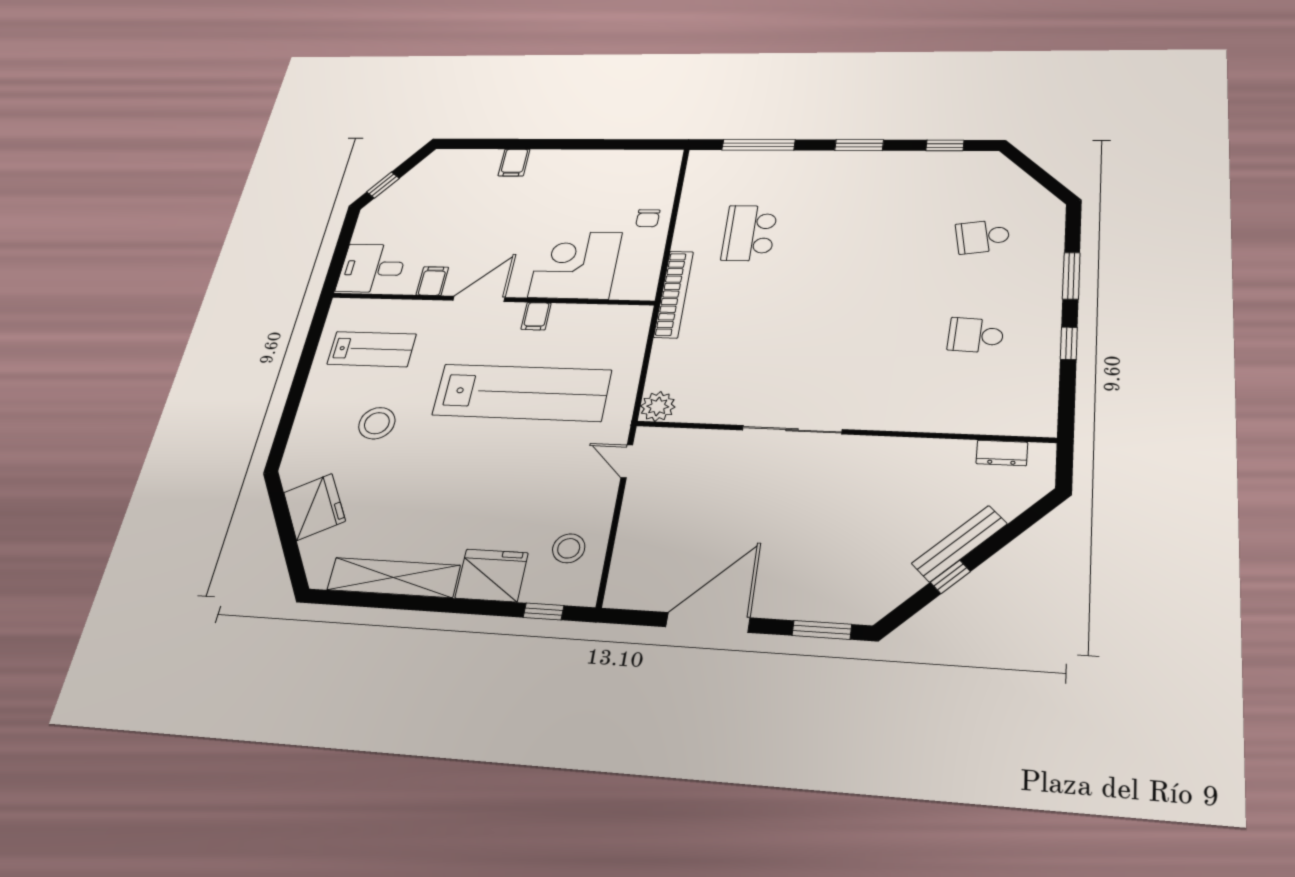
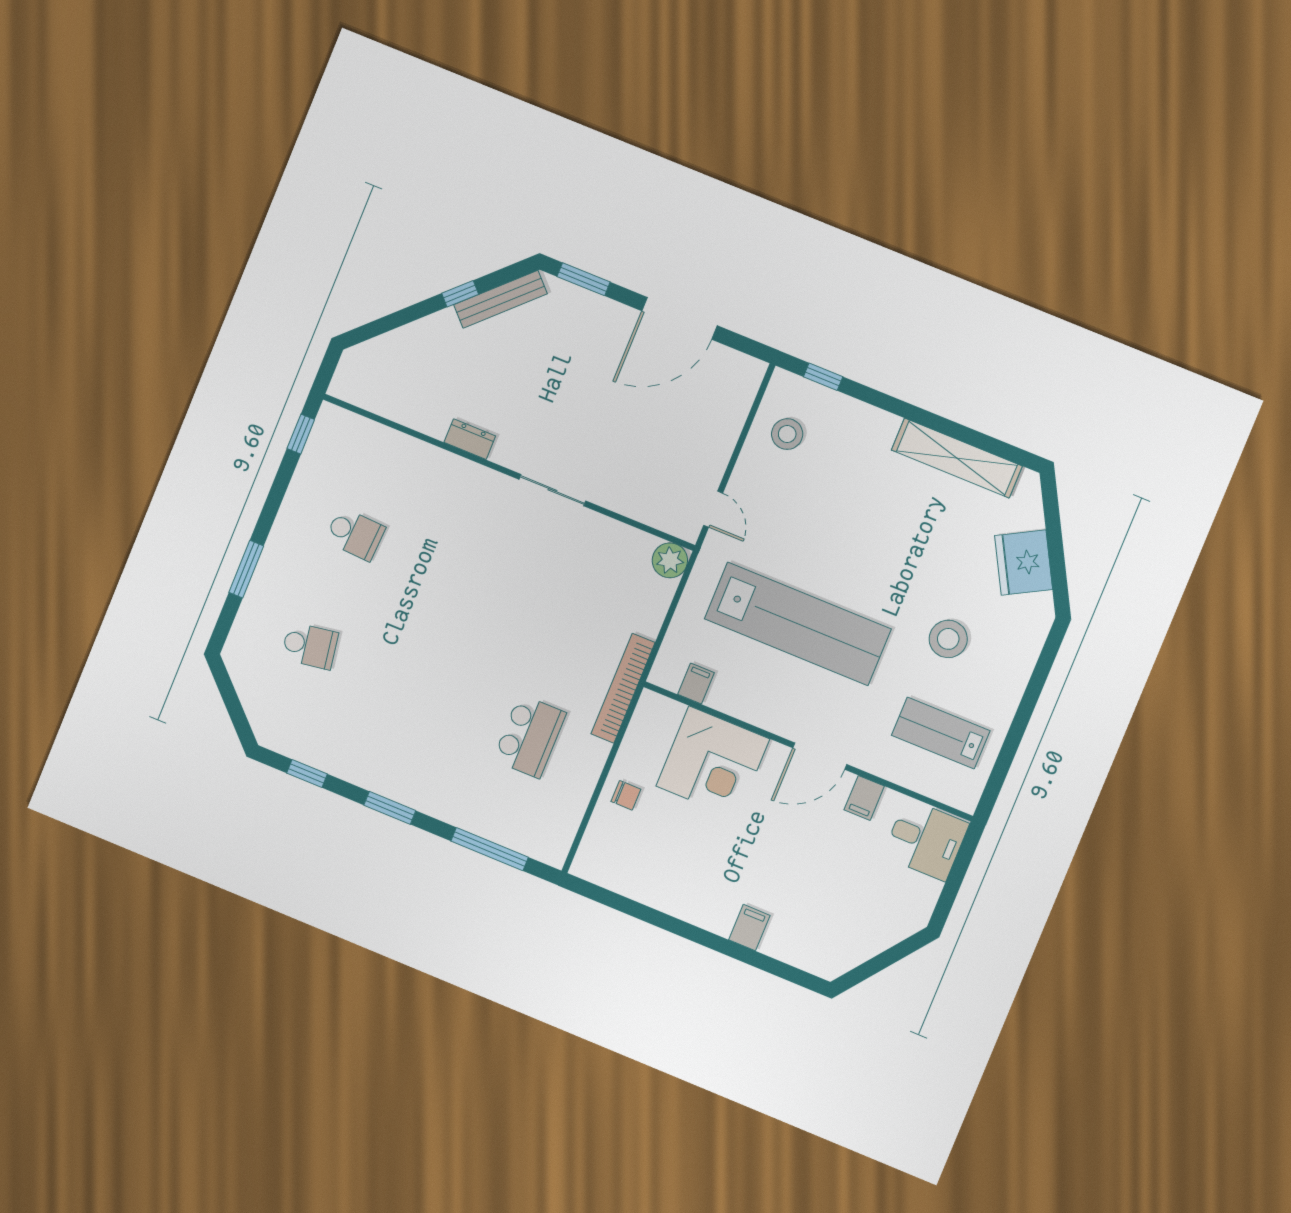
window: (383, 185) -> (897, 953), removed
chair: (648, 218) -> (626, 795), turned 90
filing cabinet: (536, 316) -> (696, 684), moved
window: (1069, 343) -> (301, 434), moved
lab bench: (522, 393) -> (798, 624), turned 180
sliding door: (792, 430) -> (552, 490), width x0.73
dresser: (1002, 453) -> (470, 439), moved
bench: (959, 544) -> (500, 299), moved
fridge: (492, 575) -> (864, 430), removed

